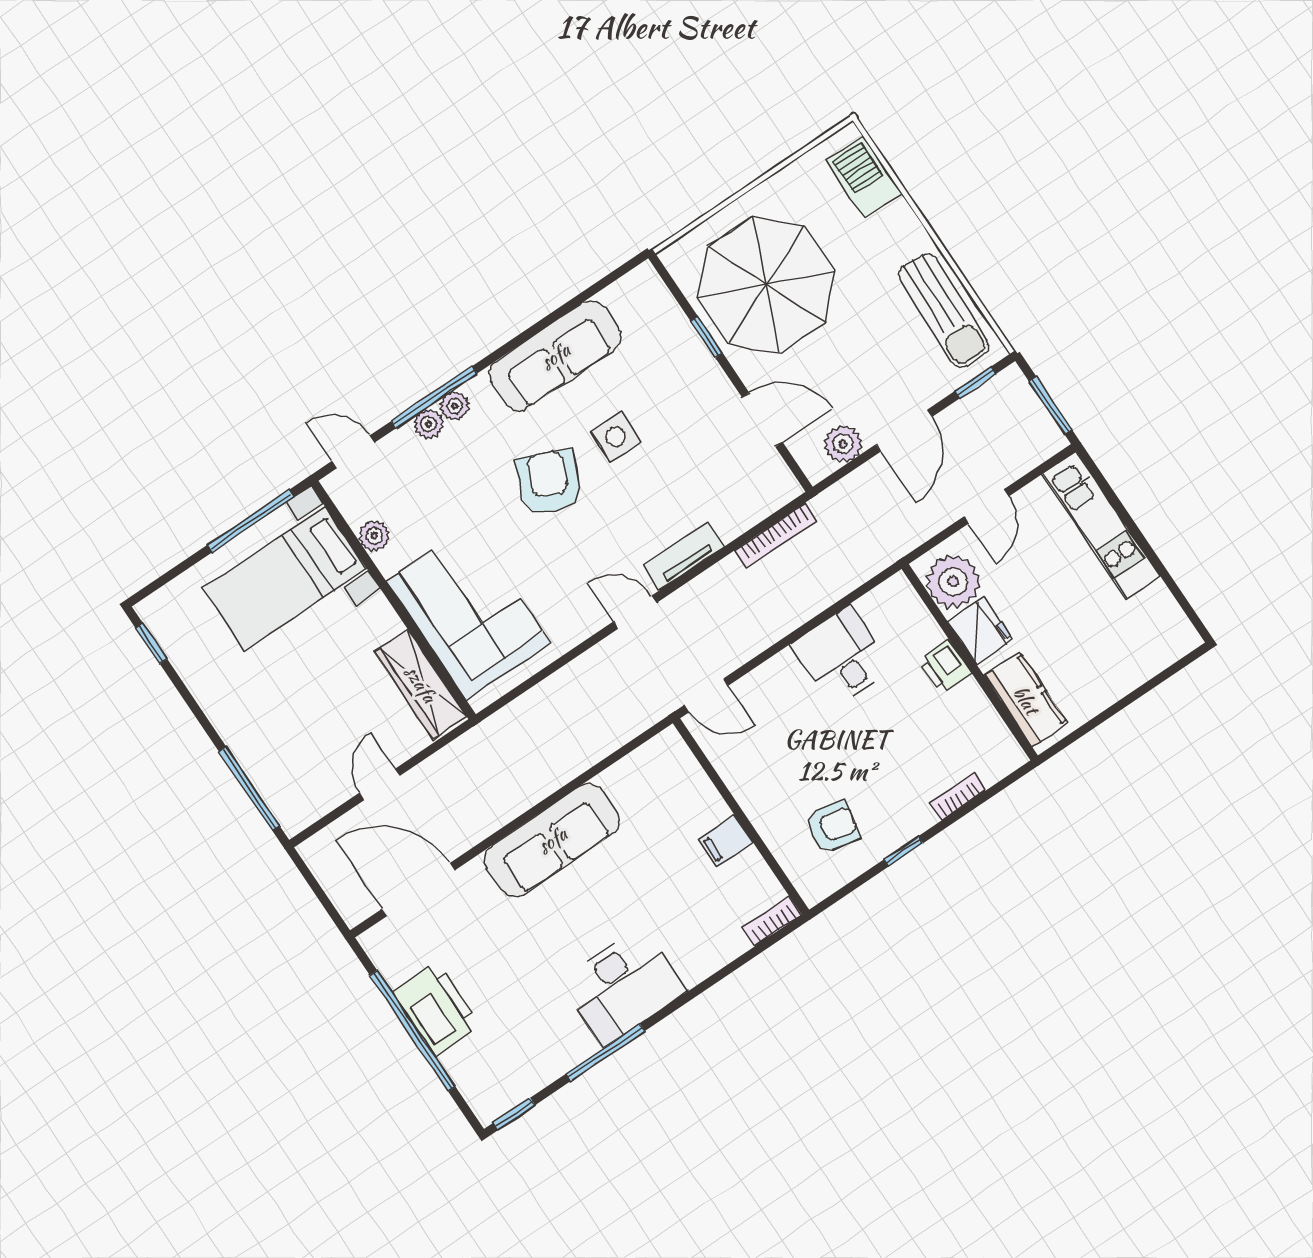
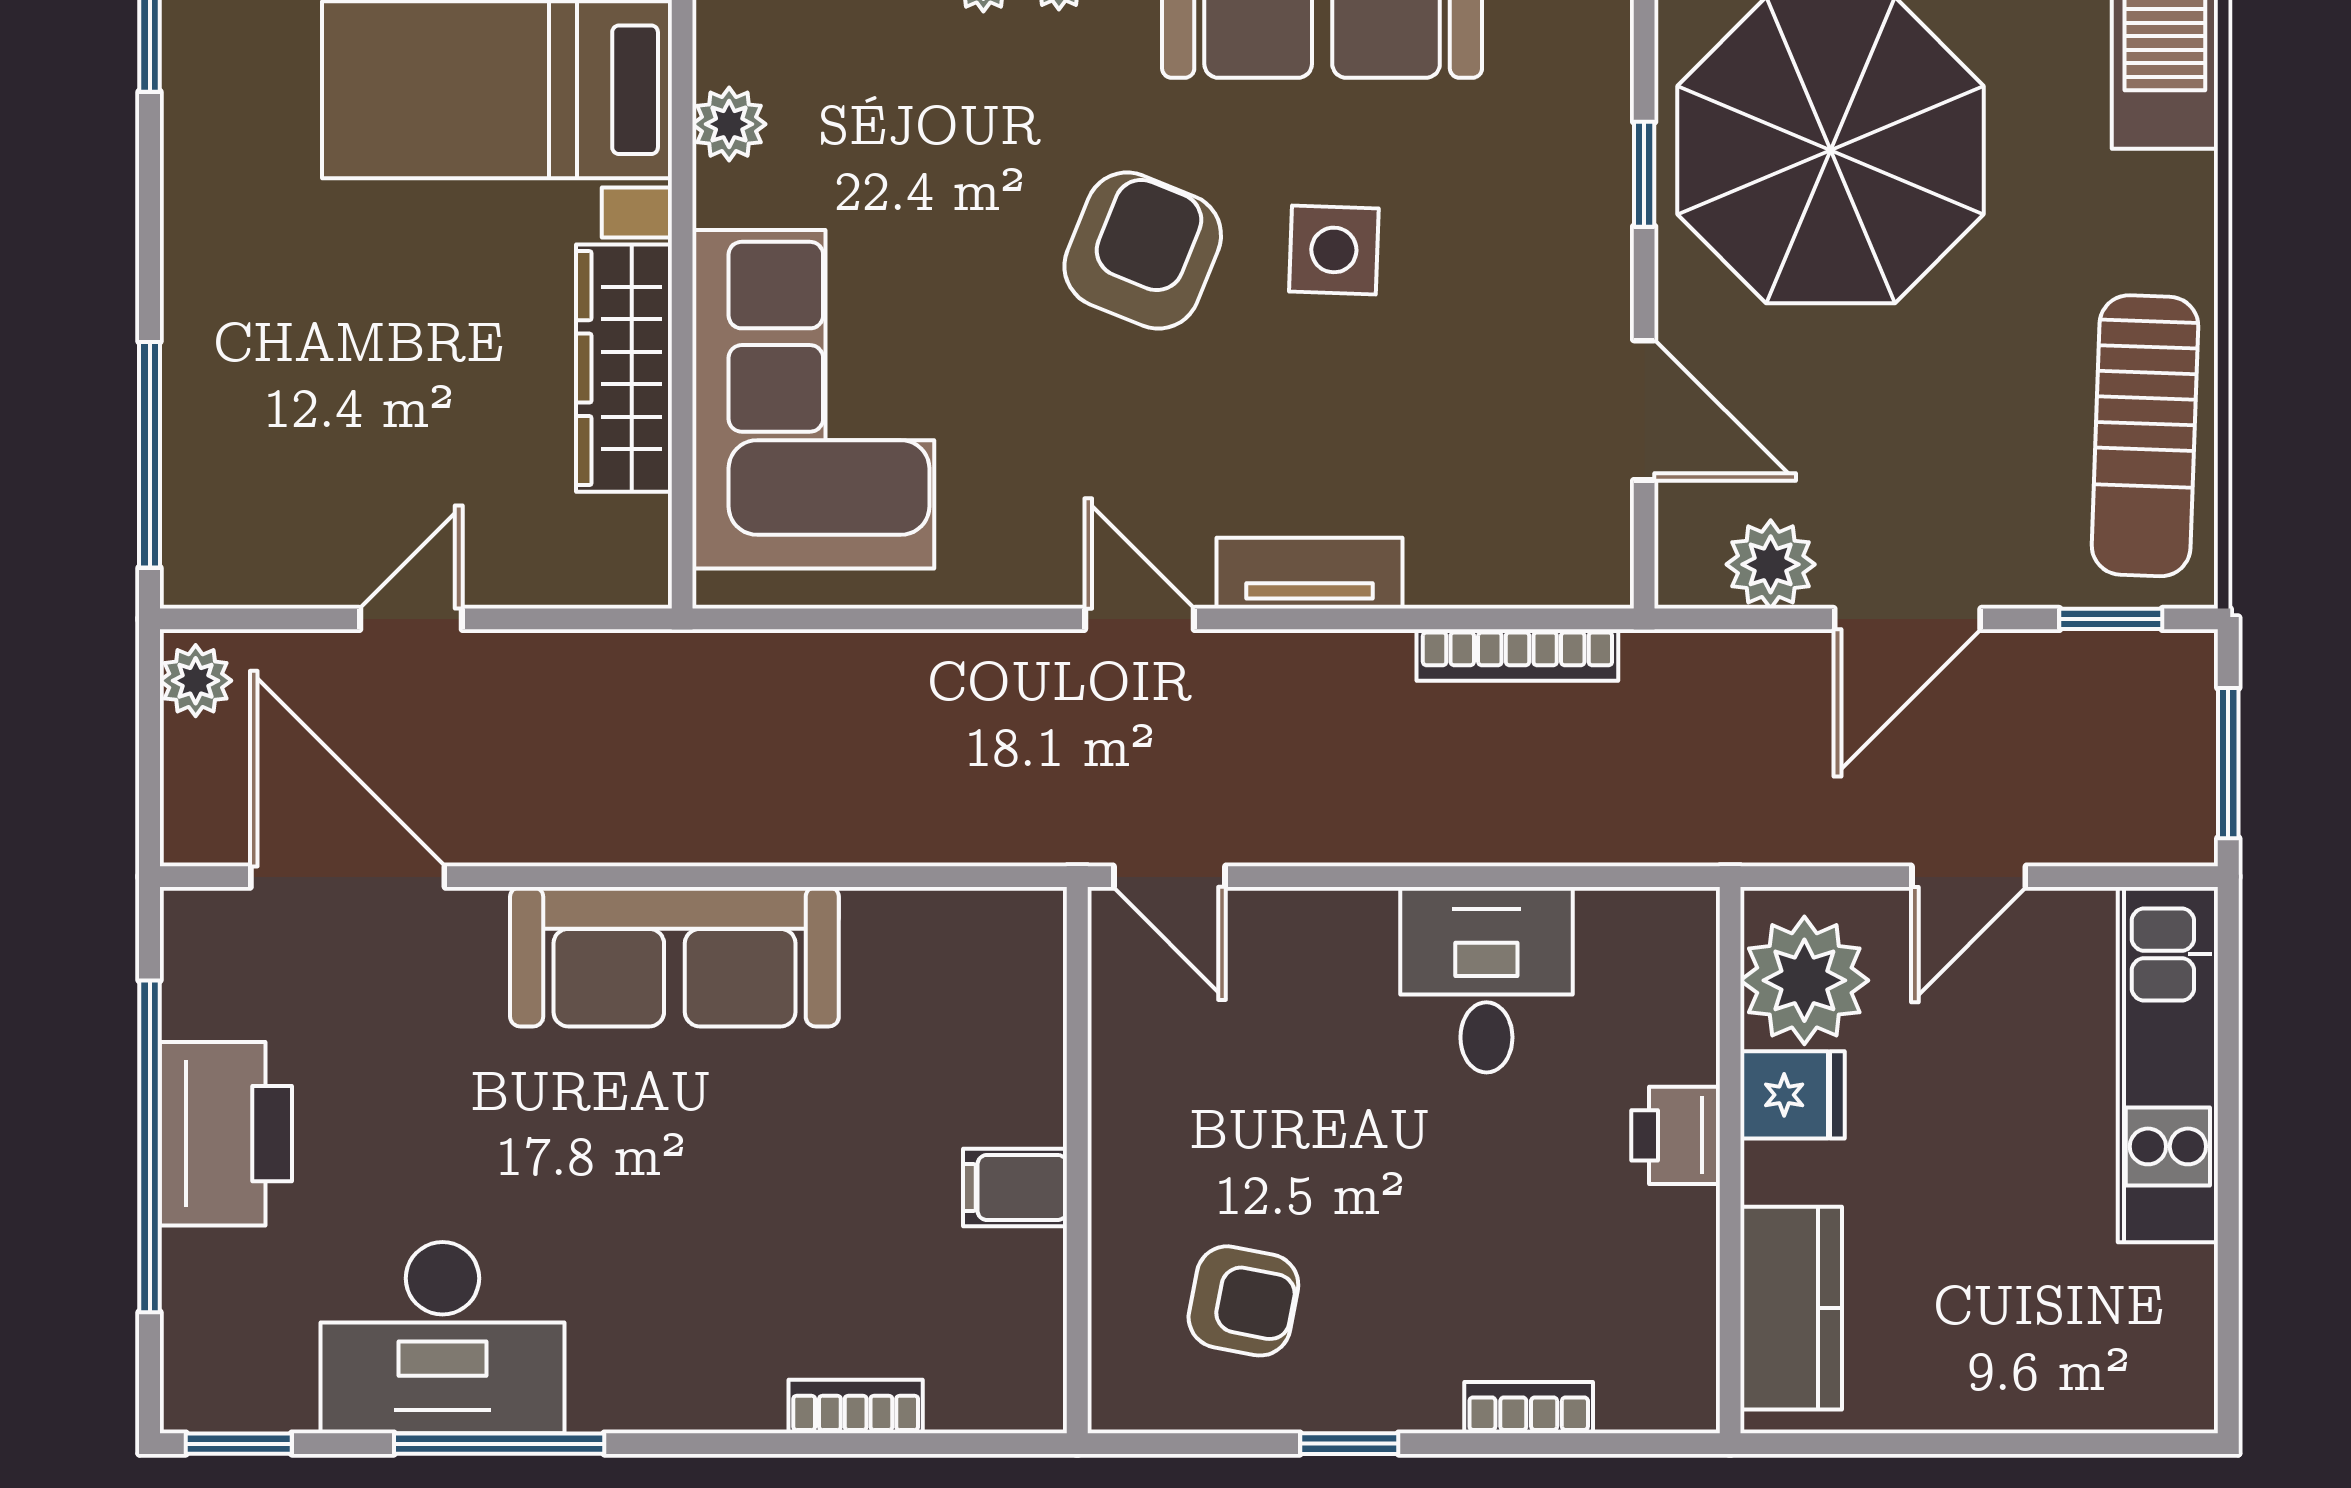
fridge: (980, 630) -> (1792, 1095), width x0.72
wardrobe: (421, 684) -> (624, 368), moved
plant: (319, 857) -> (196, 681), added
bookcase: (772, 921) -> (856, 1406), moved
desk: (623, 986) -> (442, 1338), moved

